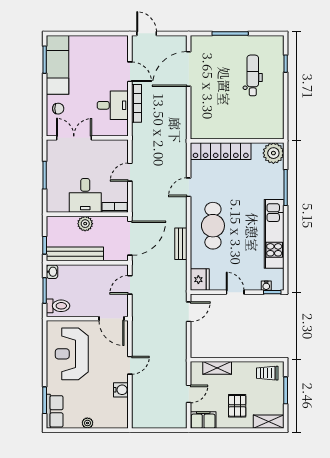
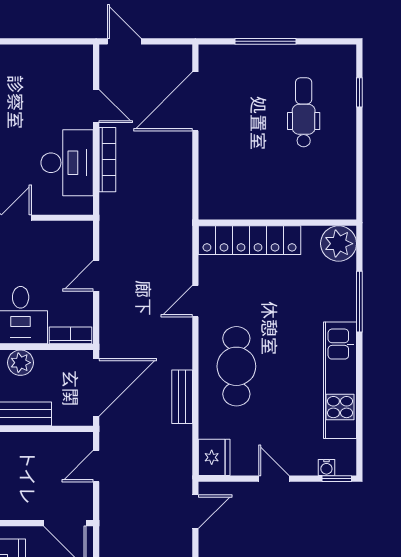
desk: (113, 105) -> (67, 163), width x1.37

